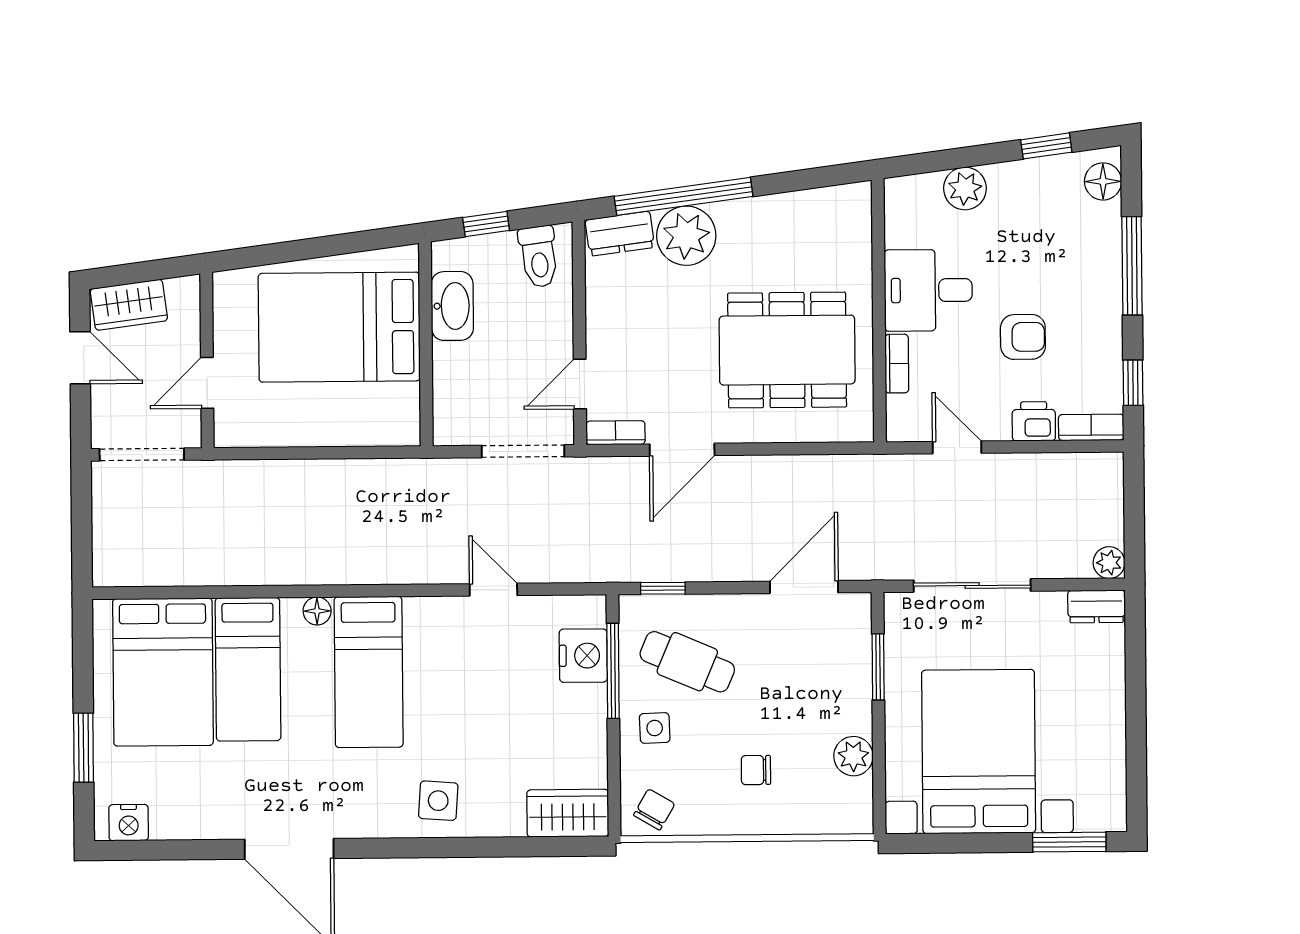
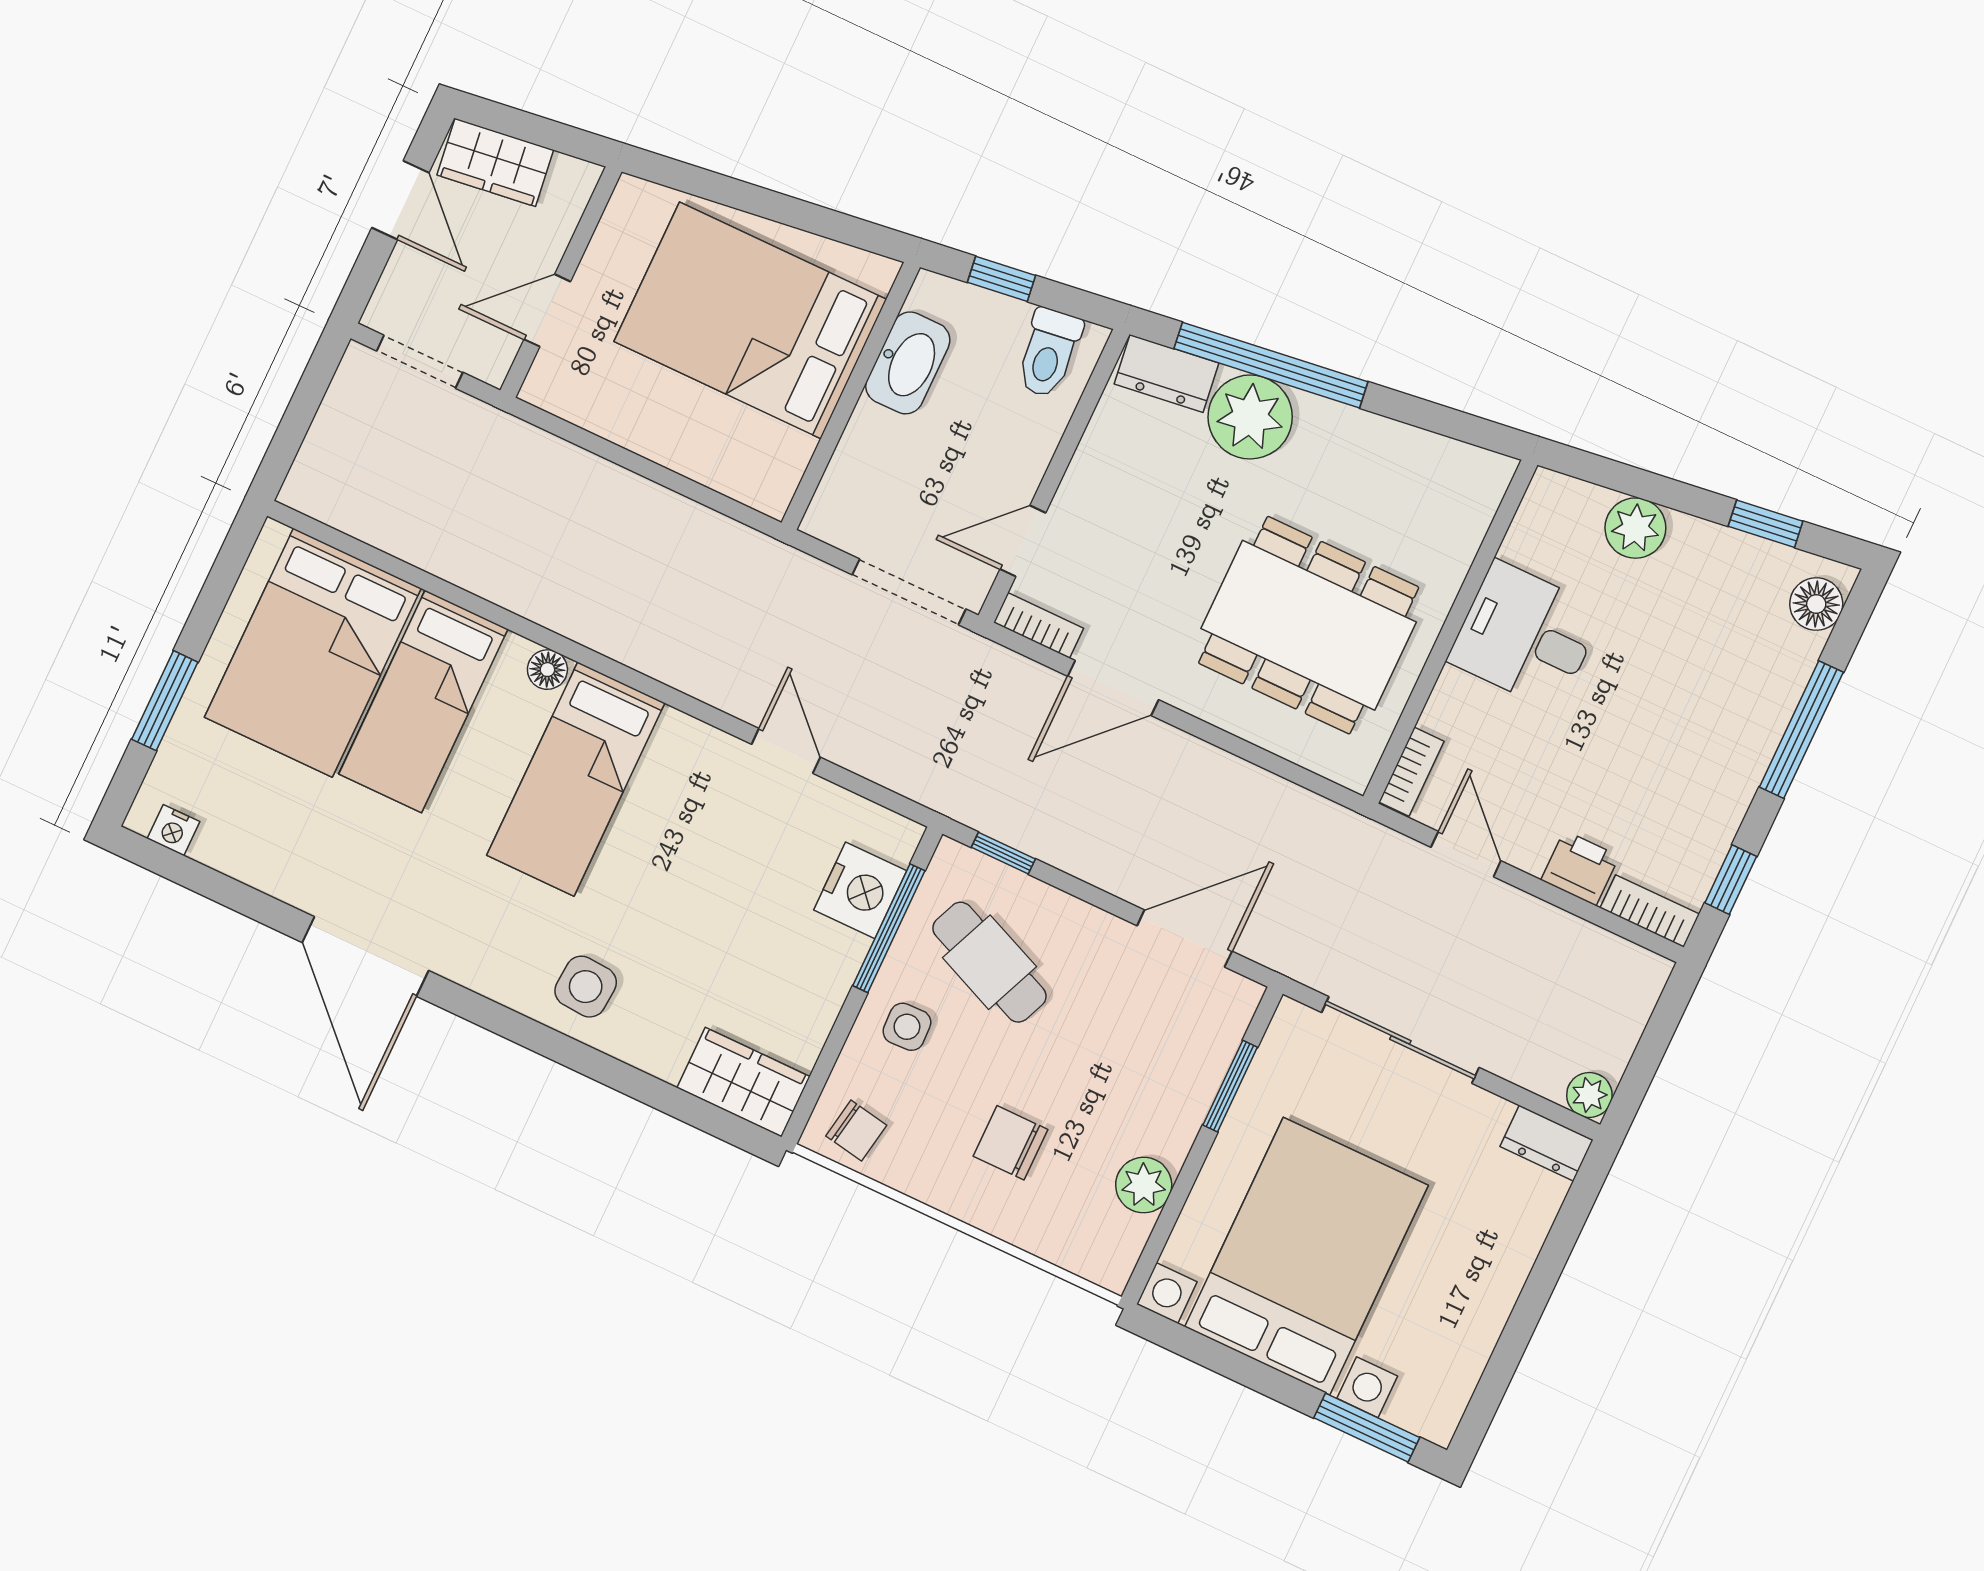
armchair: (1023, 337) -> (1618, 753), removed
bookcase: (897, 364) -> (1411, 772), moved
doorway: (142, 454) -> (420, 362), width x0.73
chair: (756, 770) -> (1010, 1143), width x1.37, depth x1.37
chair: (654, 809) -> (856, 1131), turned 70
nightstand: (129, 823) -> (174, 830), width x0.72, depth x0.74

